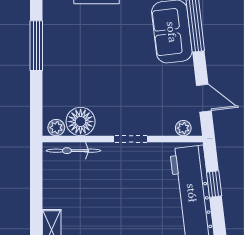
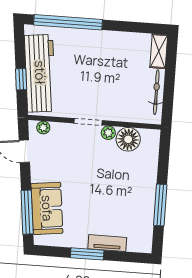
plant: (56, 128) -> (108, 133), moved
bicycle: (73, 151) -> (156, 92), moved, turned -90

